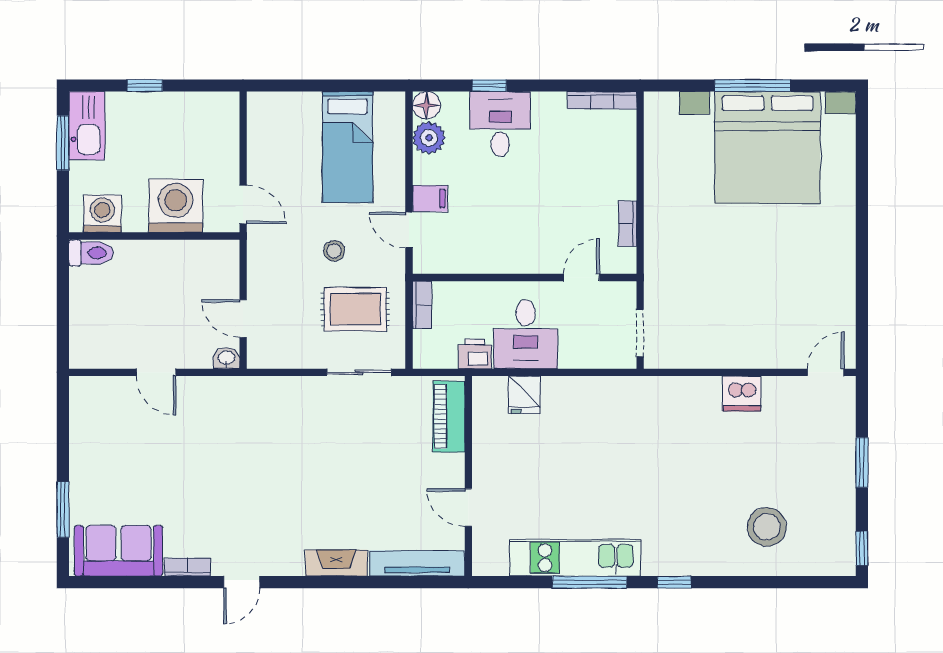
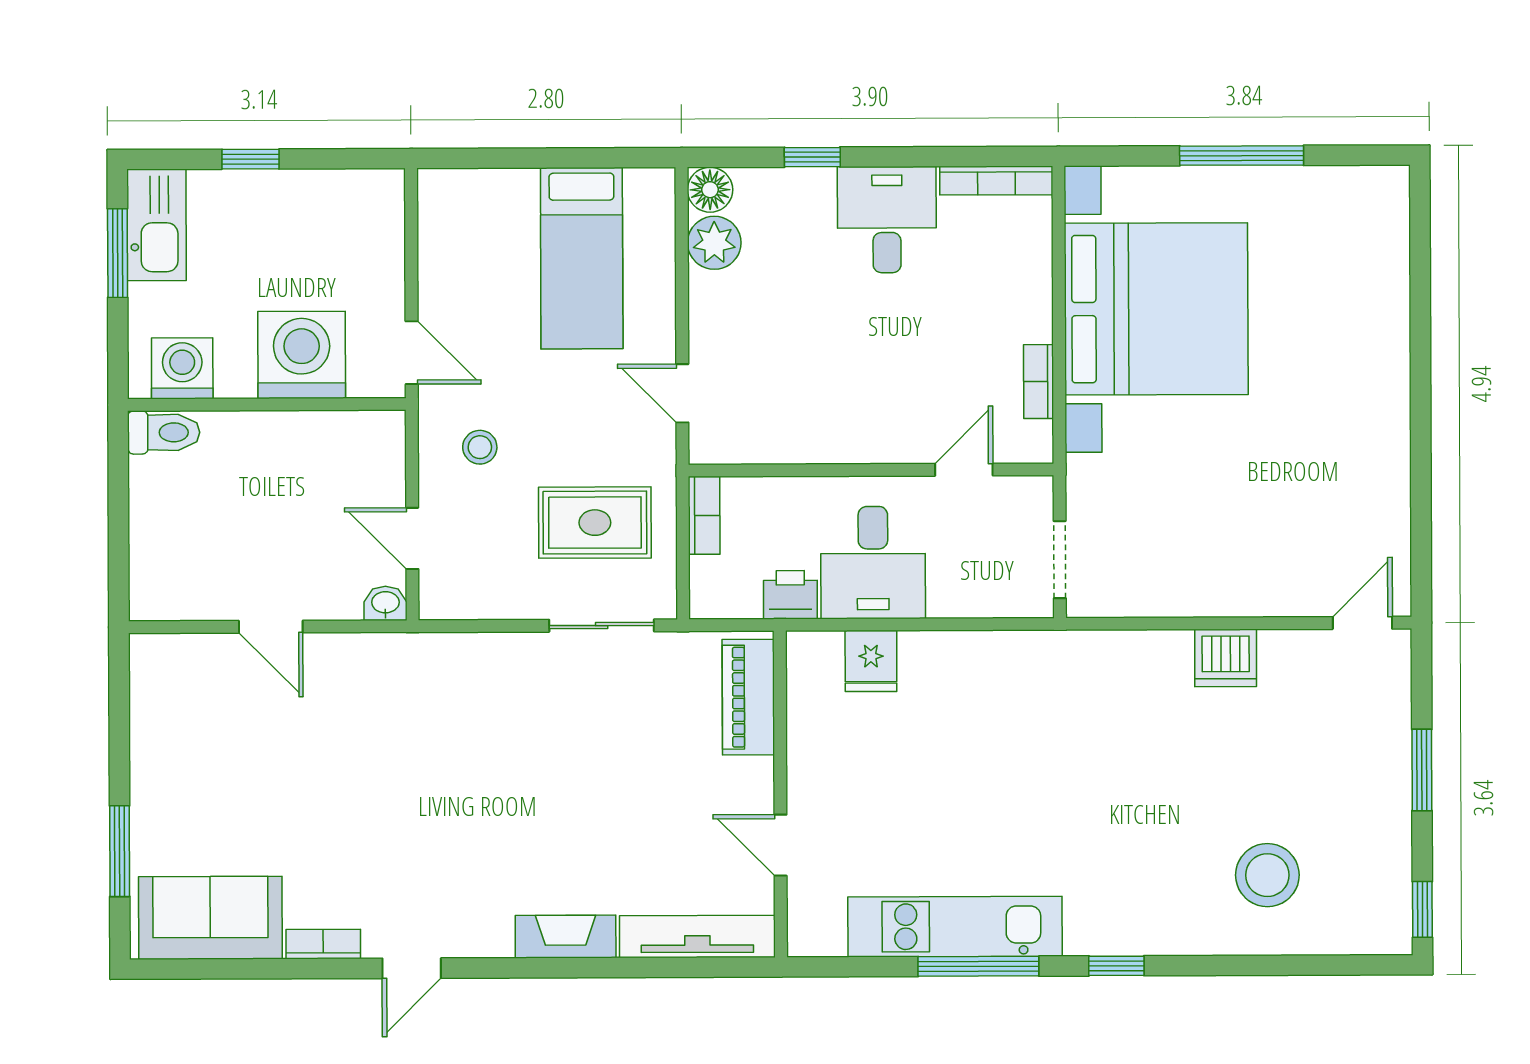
desk: (500, 124) -> (887, 220), moved
bed with nightstands: (767, 148) -> (1156, 309), moved, turned -90
filing cabinet: (430, 199) -> (716, 342), removed
stool: (334, 251) -> (480, 447), moved

